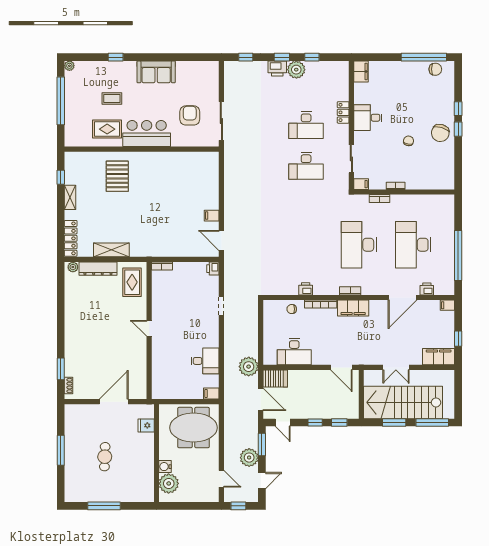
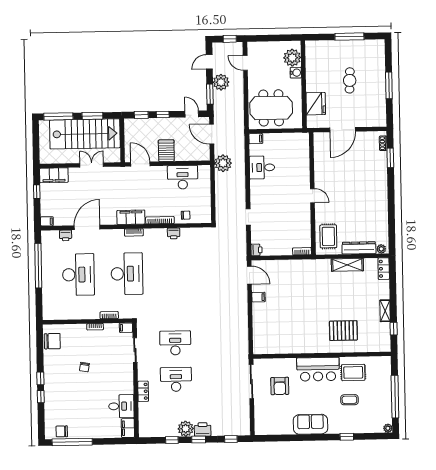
desk: (368, 118) -> (121, 406), moved
chair: (440, 133) -> (52, 341), moved, turned 74
pallet: (117, 176) -> (343, 331), turned 90
locker: (71, 238) -> (384, 269), width x0.66
server rack: (275, 378) -> (166, 151), moved, turned 90
fridge: (146, 425) -> (316, 104), width x1.88, depth x1.34

